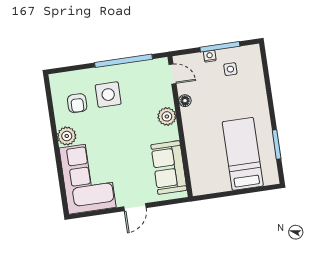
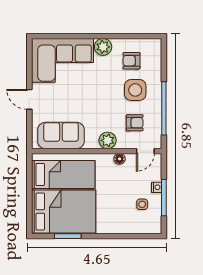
armchair: (144, 90) -> (135, 123), added
bed: (243, 154) -> (64, 211), width x1.50
bed: (211, 159) -> (63, 175), added

